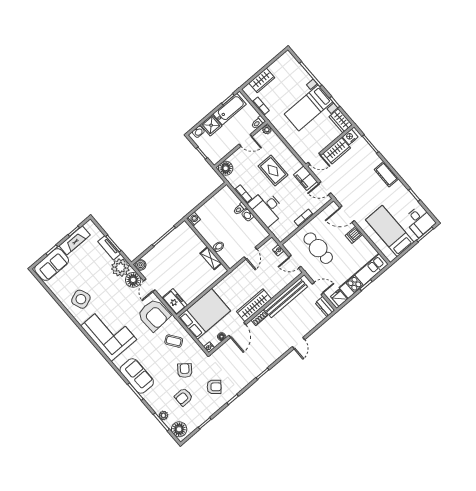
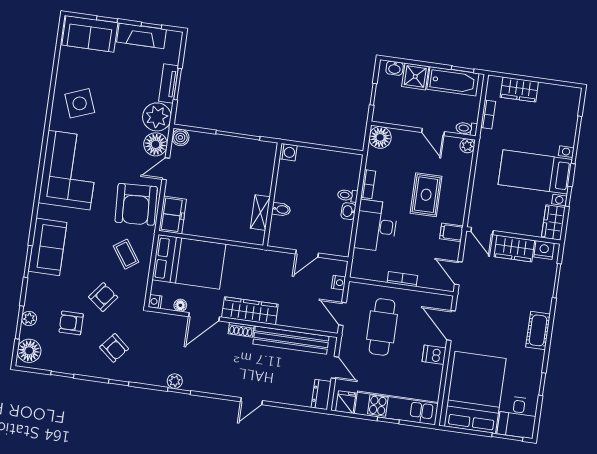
filing cabinet: (305, 178) -> (451, 232), width x0.50
bed: (390, 231) -> (475, 392), width x1.50
plant: (256, 372) -> (175, 381), added

